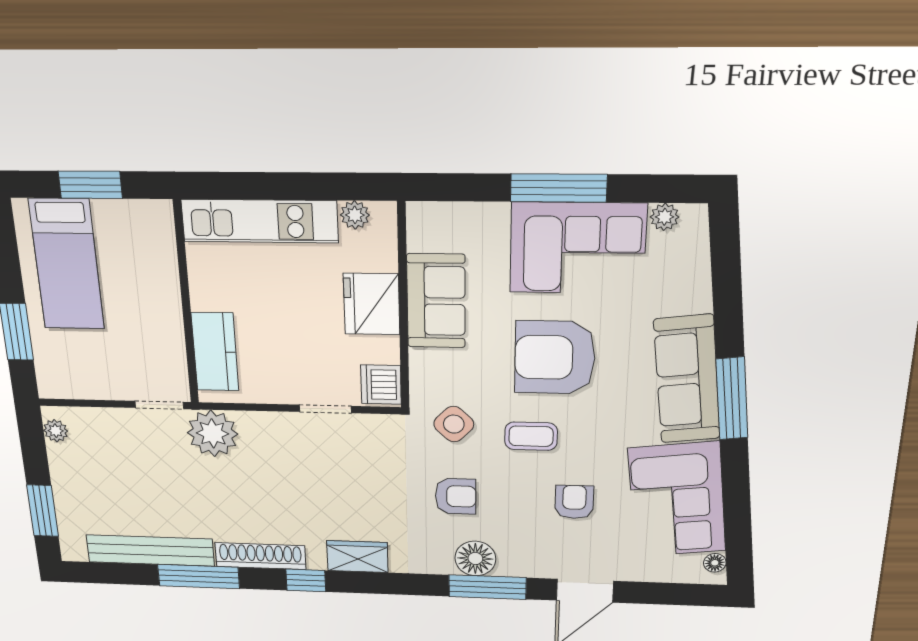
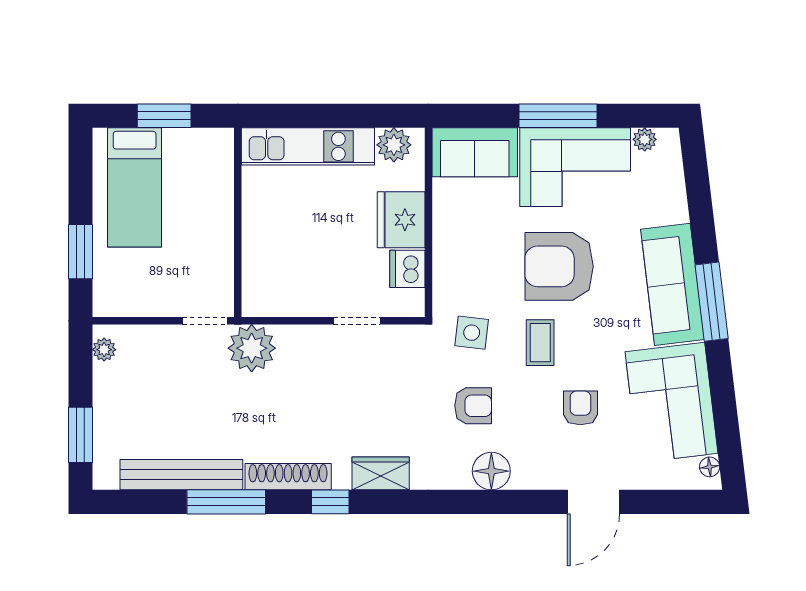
plant: (355, 215) -> (394, 145), width x1.38, depth x1.38
sofa: (436, 301) -> (475, 152), moved, turned 90
kitchen counter: (215, 352) -> (260, 267), removed
dishwasher: (381, 385) -> (407, 269), moved
side table: (454, 424) -> (472, 333), turned -37
coffee table: (531, 436) -> (540, 343), turned 90
window: (487, 587) -> (503, 502), removed

